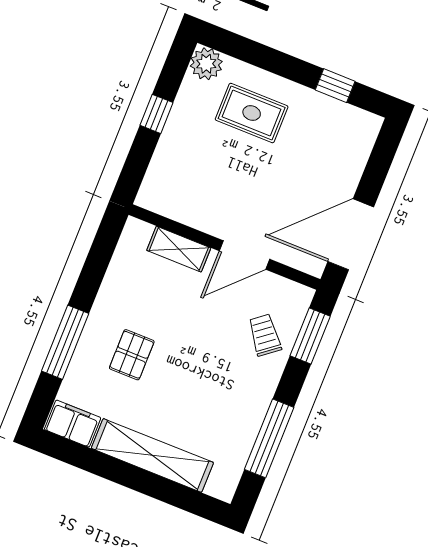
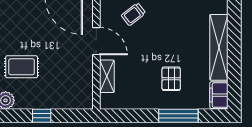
rug: (252, 113) -> (22, 67), turned 90
pallet: (132, 355) -> (171, 79), turned 90

